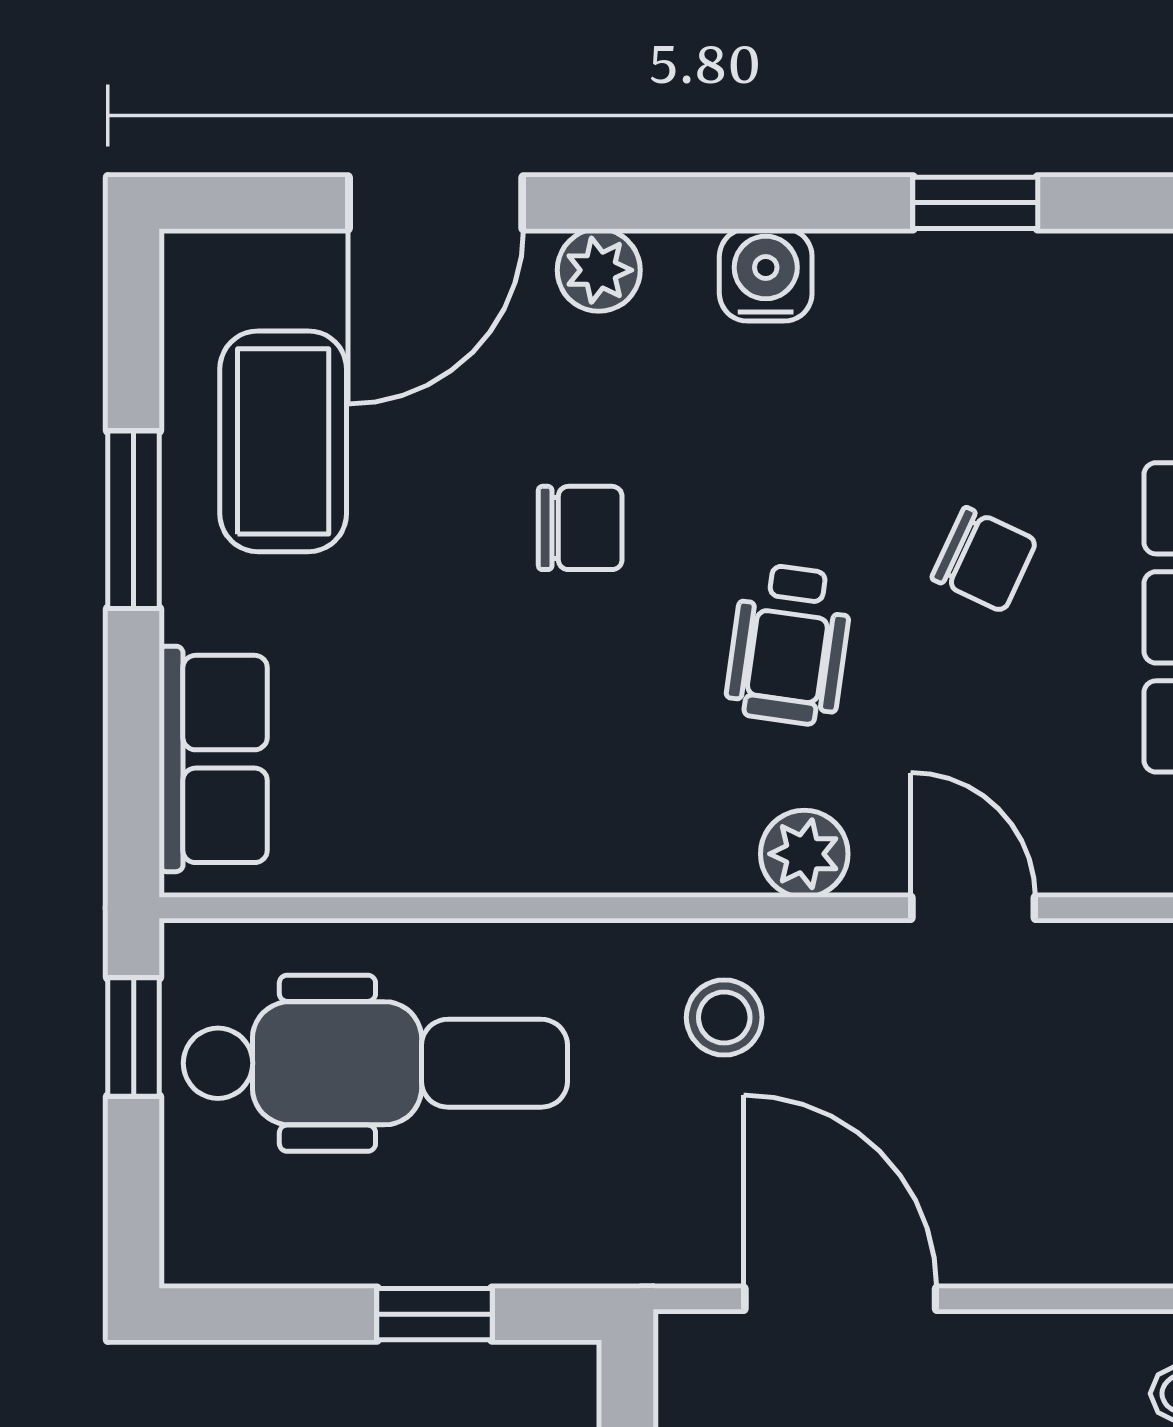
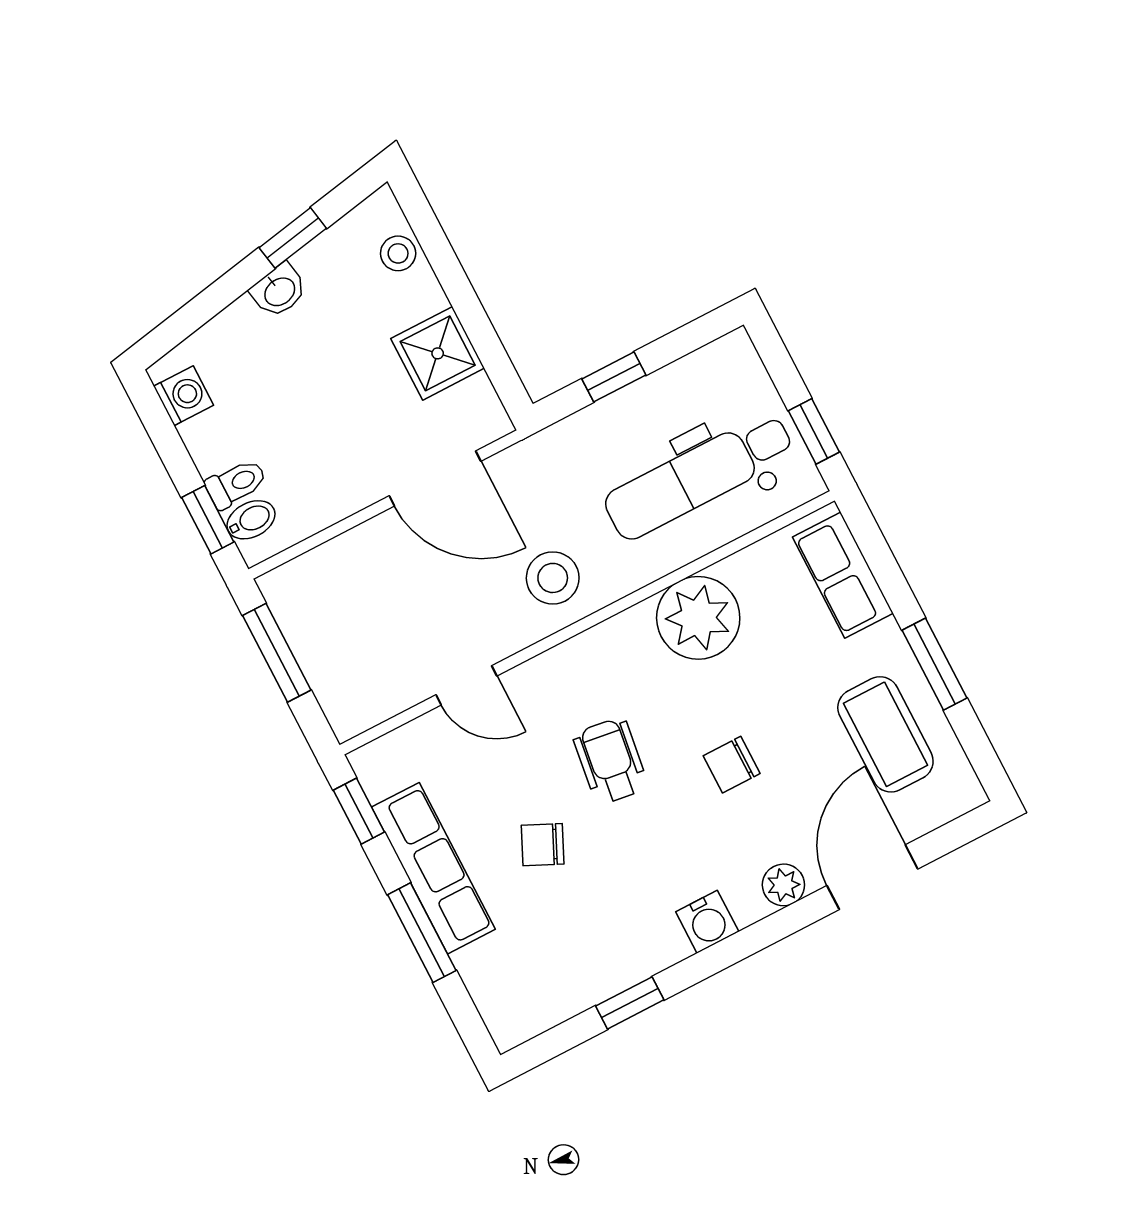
plant: (804, 854) -> (698, 618), moved, width x1.88, depth x1.88
stool: (724, 1018) -> (553, 578), width x1.37, depth x1.37

